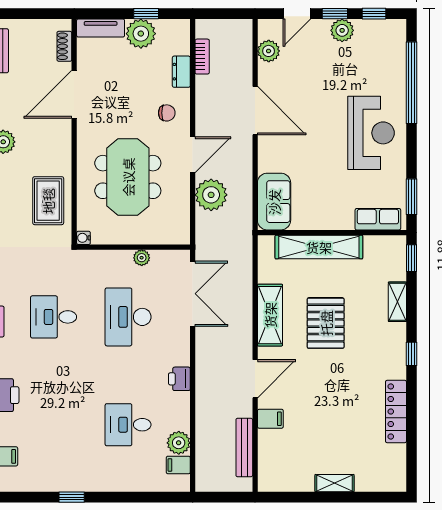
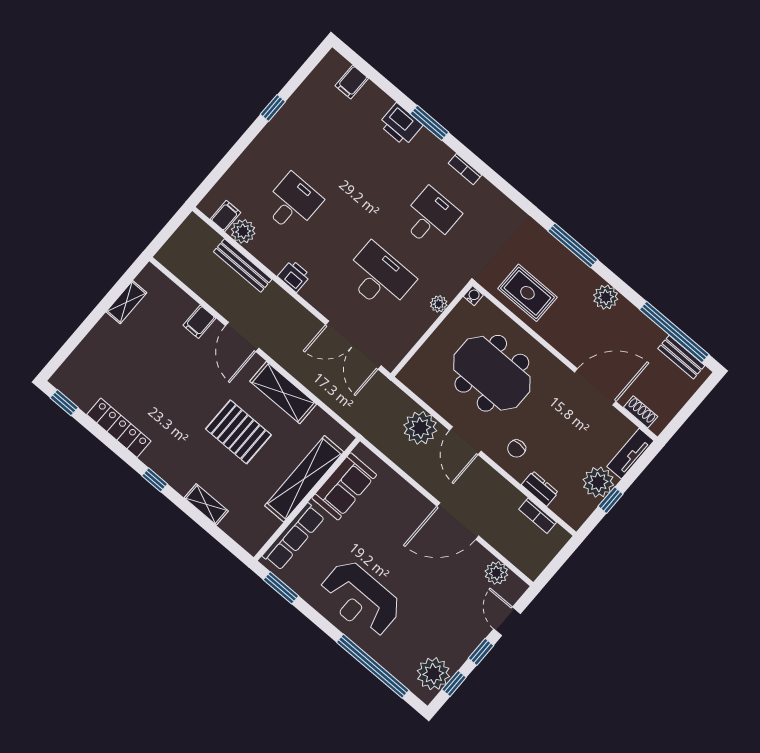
plant: (342, 30) -> (433, 674), moved, width x1.36, depth x1.36
door: (74, 94) -> (595, 387), hinge flipped
sofa: (274, 202) -> (344, 486), moved, turned -90
row of seats: (378, 219) -> (293, 537), width x1.48
plant: (142, 258) -> (439, 304), moved
window: (412, 258) -> (64, 403), moved
bench: (244, 447) -> (243, 266), moved
shelving: (334, 483) -> (126, 302), moved

